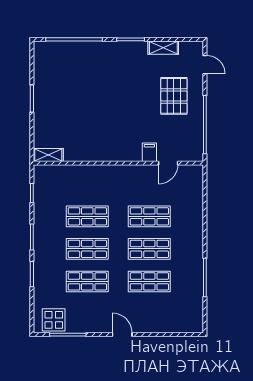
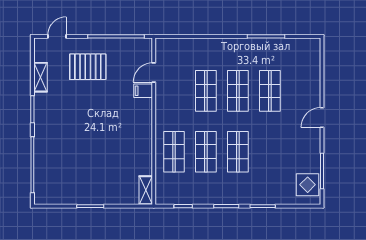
door: (168, 163) -> (154, 73), swing flipped
shop shelf: (87, 281) -> (174, 152), moved

